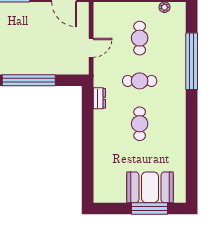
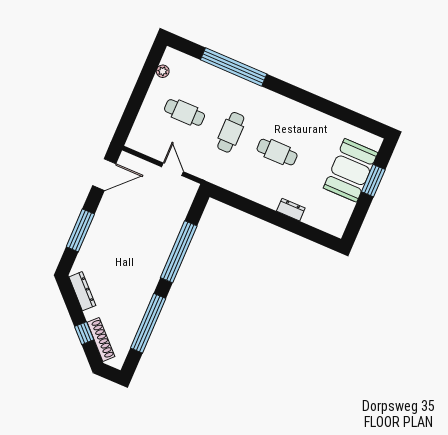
dresser: (99, 98) -> (291, 210), moved
window: (149, 209) -> (373, 181), width x0.69

